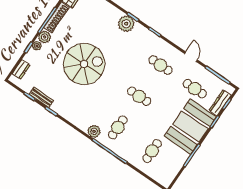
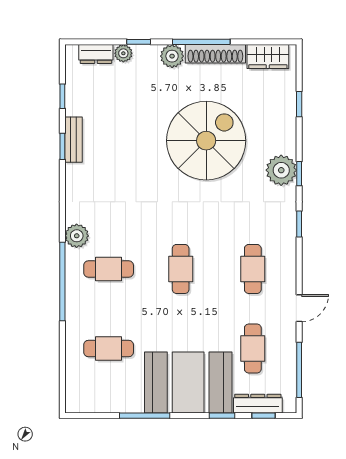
plant: (37, 46) -> (123, 53), moved
spiral stairs: (84, 64) -> (206, 141), moved, turned -90
bench: (41, 97) -> (74, 140), moved

